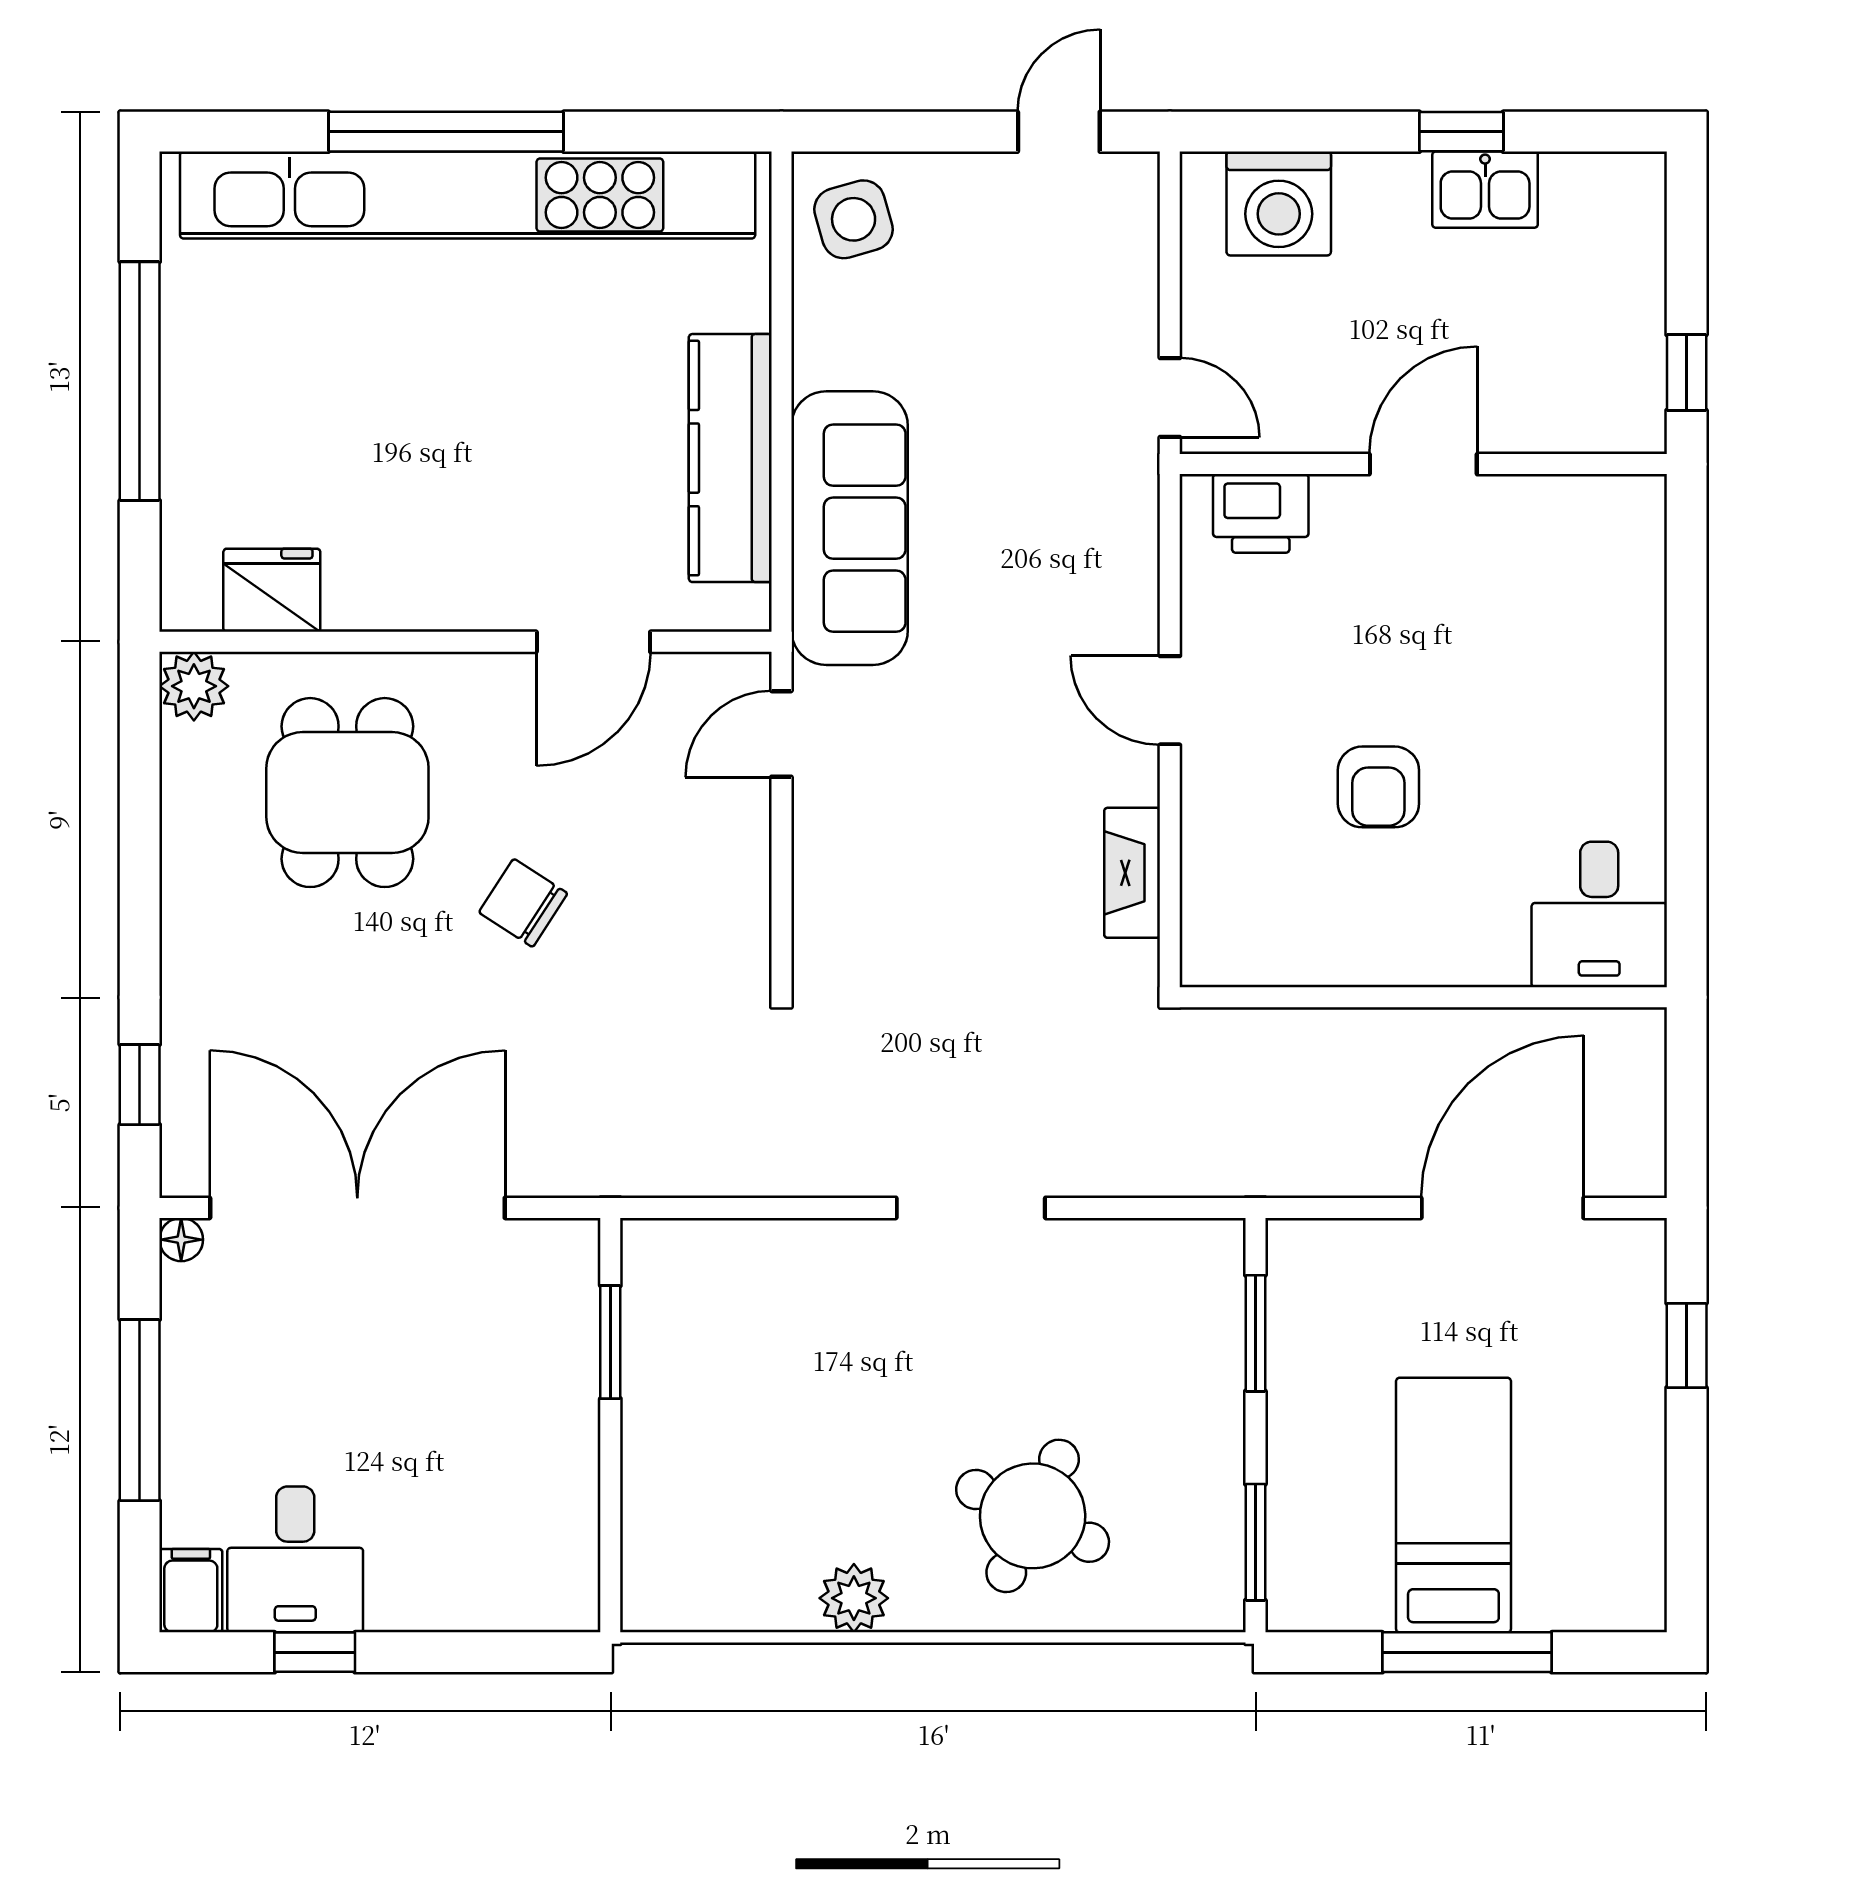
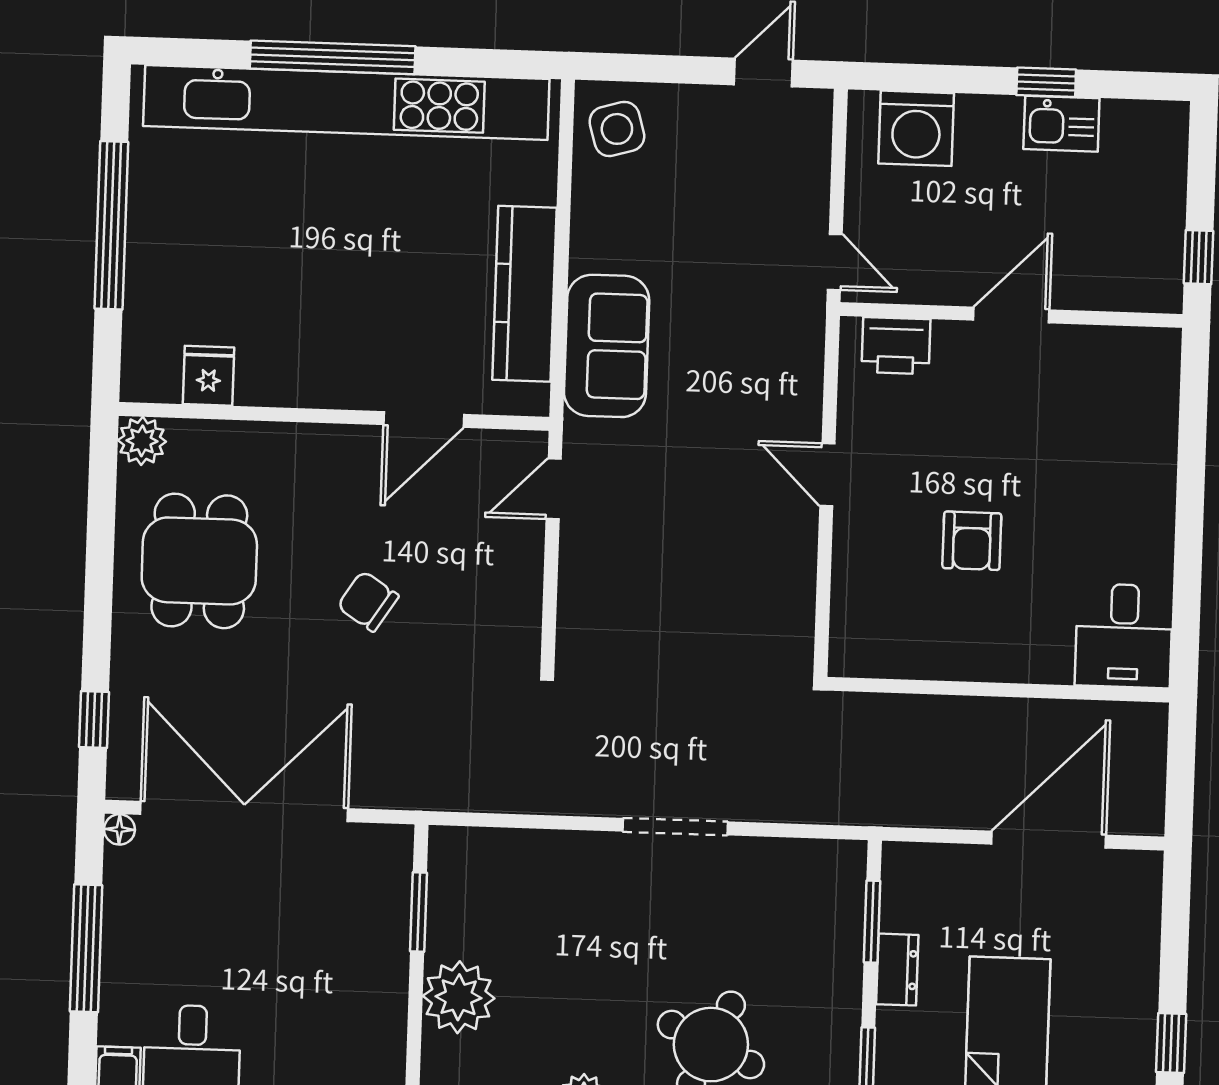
sofa: (850, 528) -> (607, 346), width x0.73
fridge: (272, 590) -> (208, 376), width x0.72
dining table: (347, 793) -> (199, 561), moved
fireplace: (1132, 873) -> (797, 595), removed
window: (1687, 1345) -> (1171, 1043), moved
dresser: (1294, 1400) -> (897, 970), added
plant: (672, 1461) -> (459, 997), added

